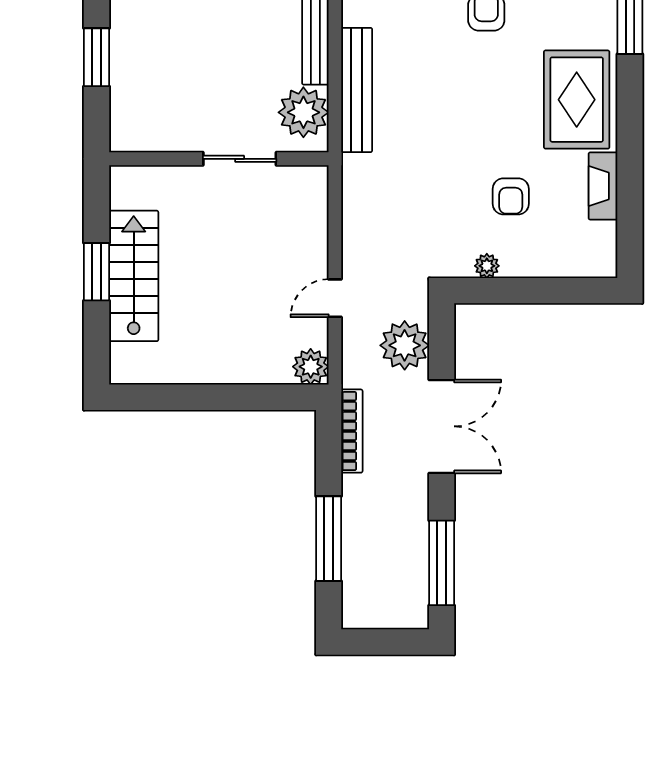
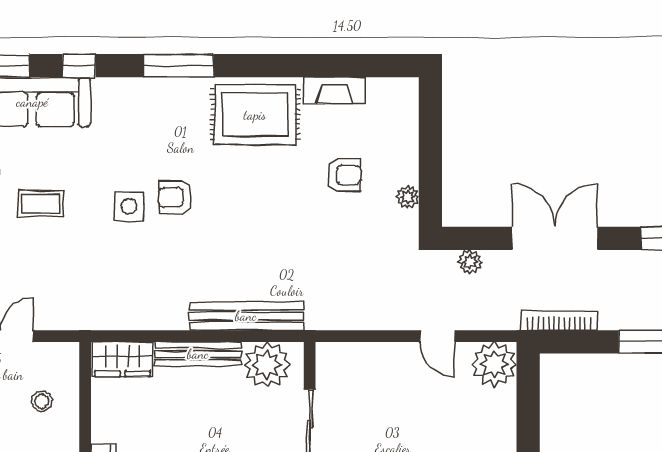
plant: (405, 345) -> (470, 262), width x0.53, depth x0.53
plant: (311, 367) -> (494, 364), width x1.36, depth x1.36

